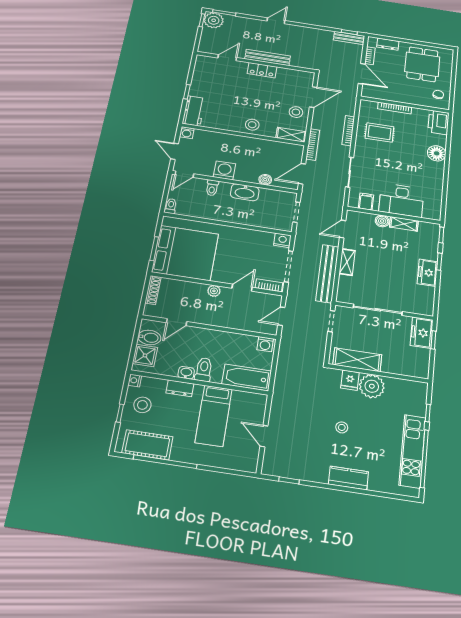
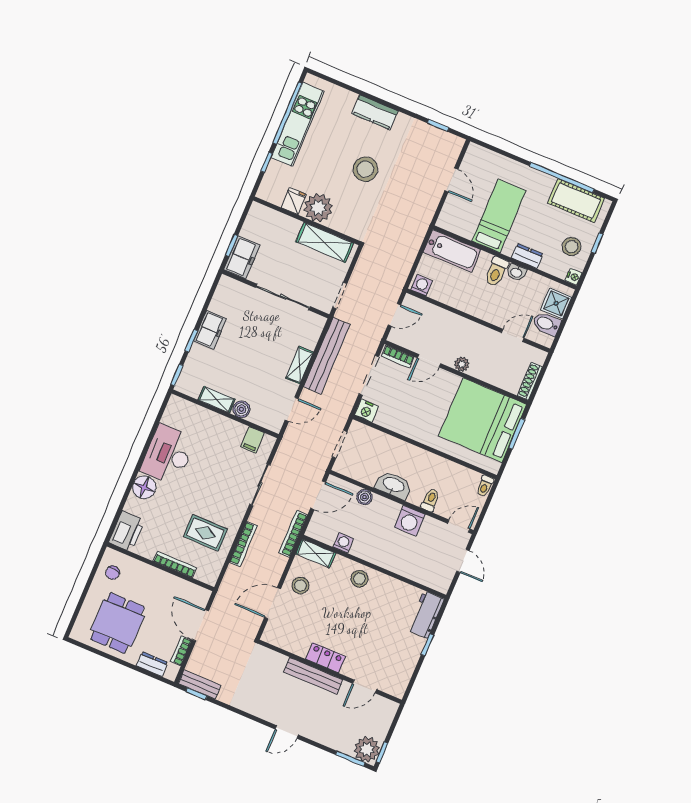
washing machine: (187, 133) -> (343, 543), moved
desk: (401, 200) -> (168, 455), moved, turned -90
fridge: (350, 380) -> (294, 201), moved
stool: (342, 427) -> (365, 169), width x1.89, depth x1.89

